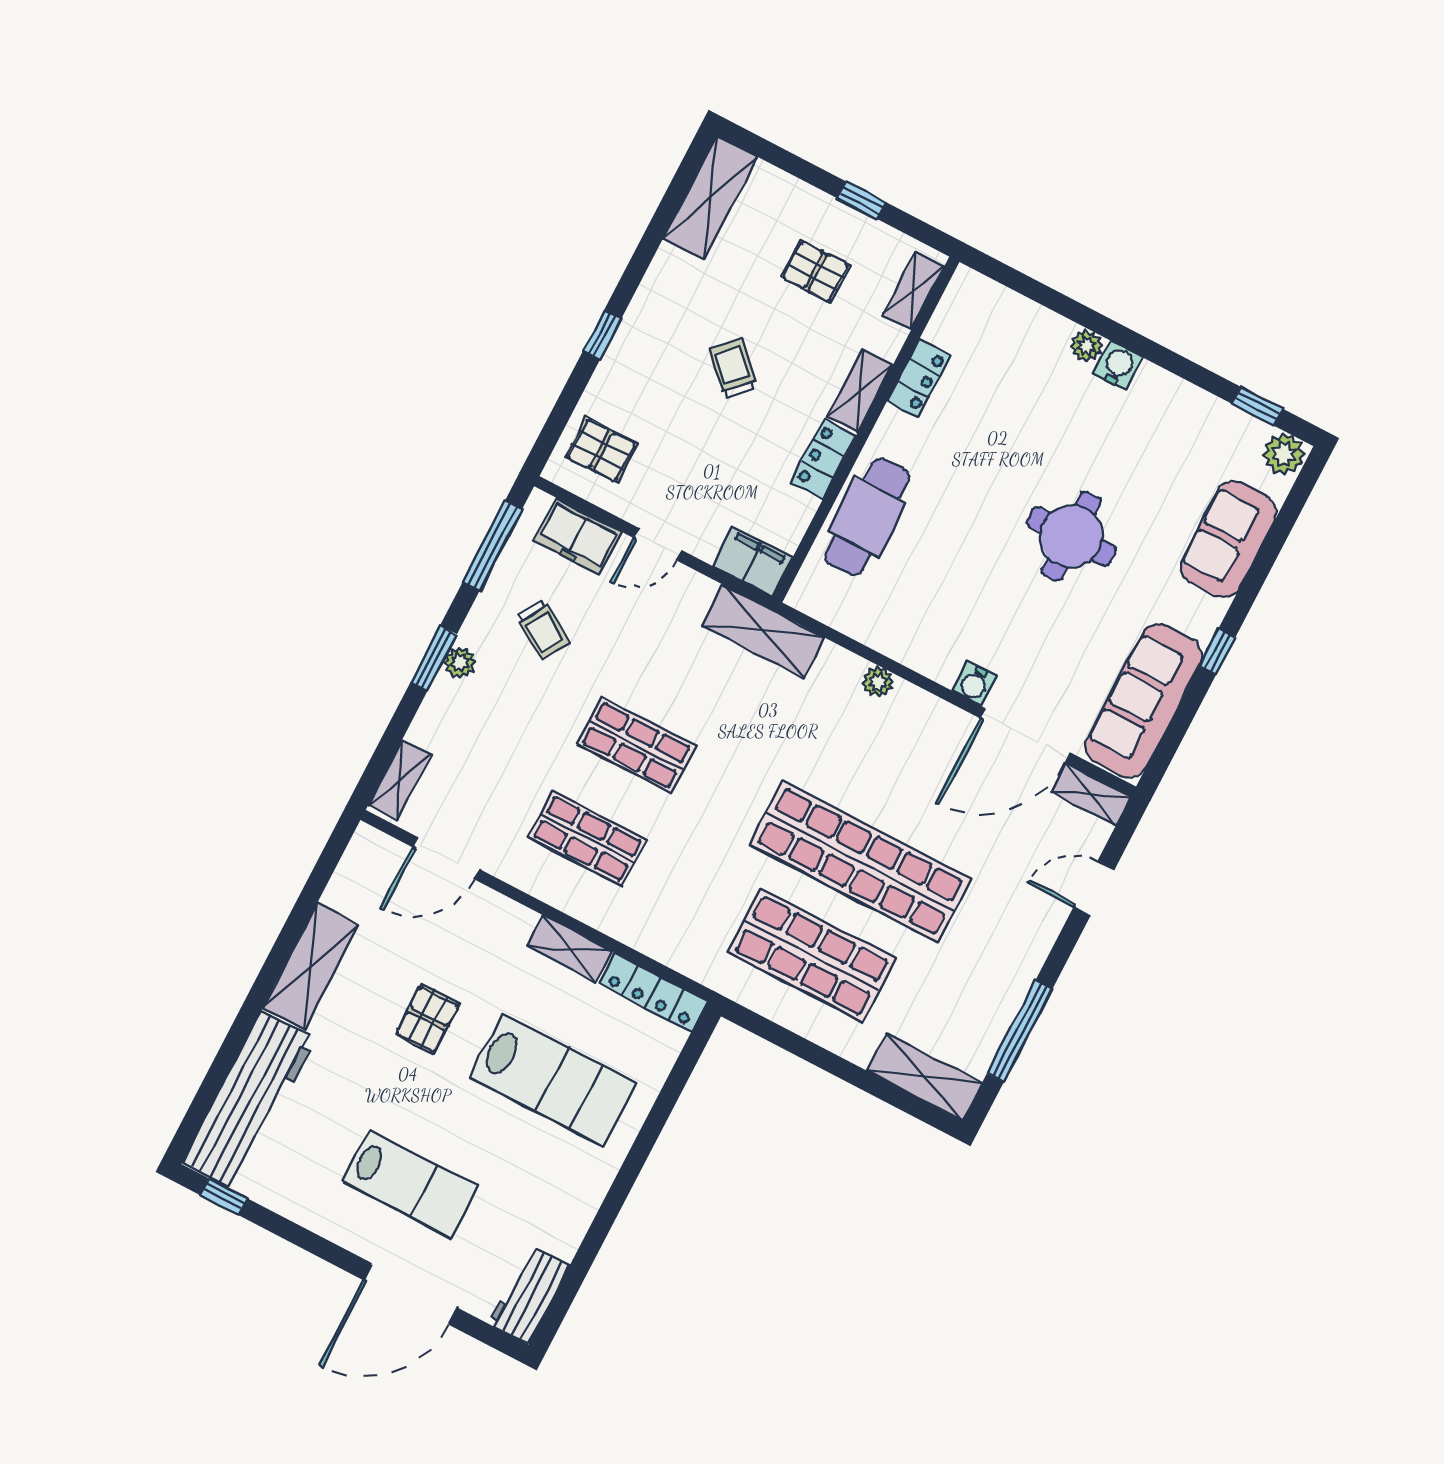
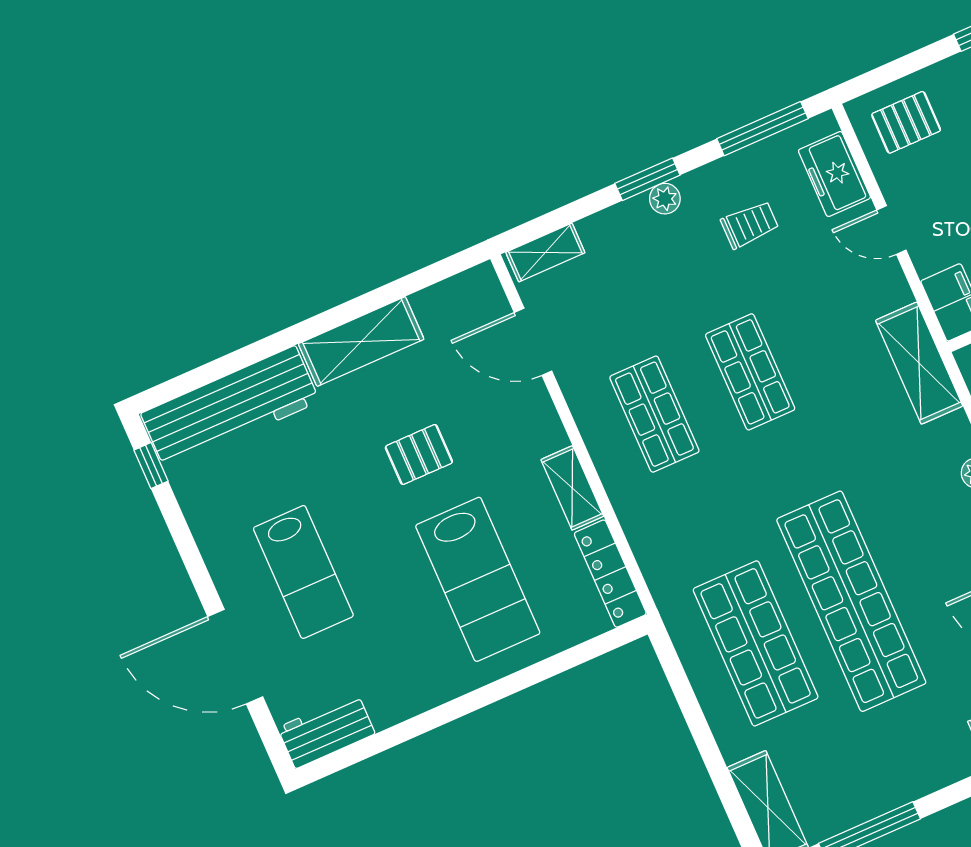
pallet: (601, 450) -> (906, 122), turned 90
trolley: (543, 629) -> (750, 225), turned -121

